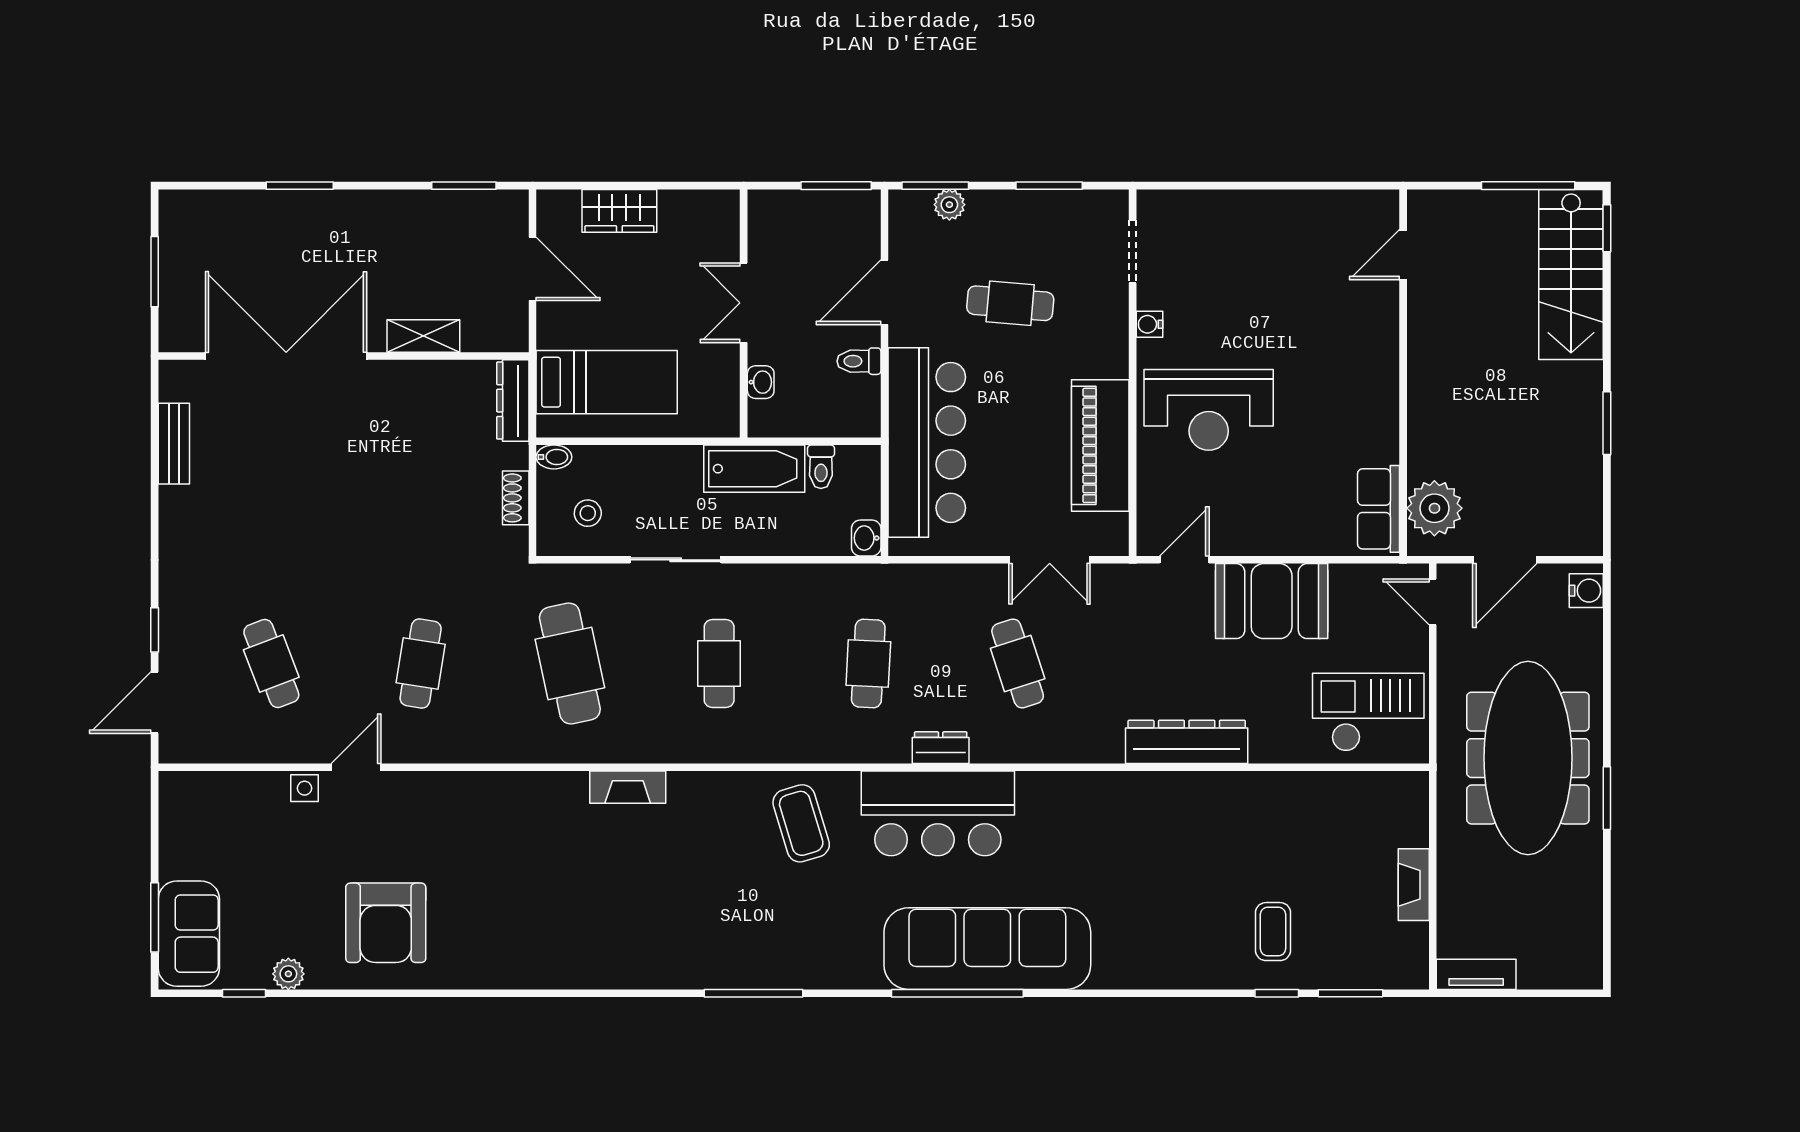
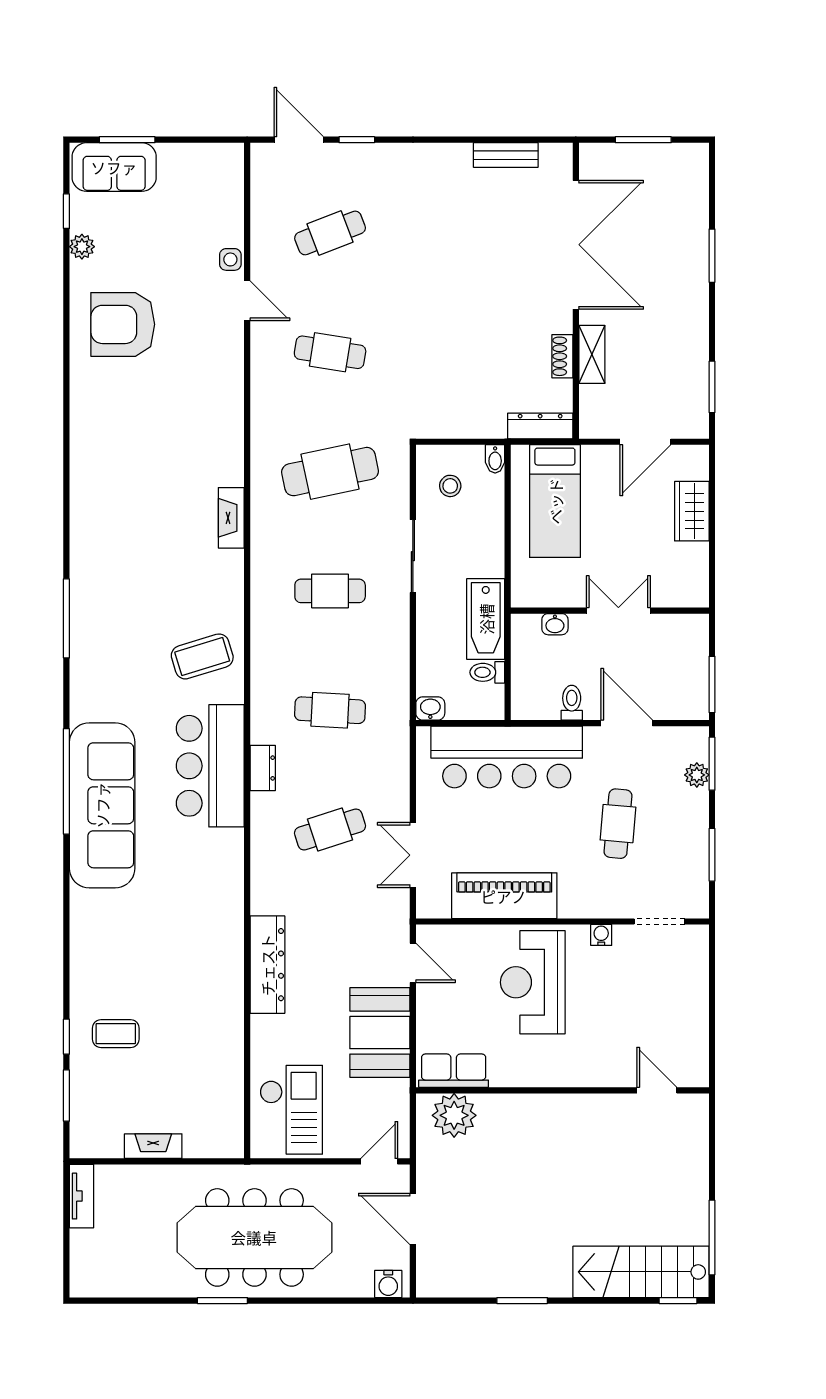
door: (1403, 255) -> (657, 1090), moved
wall: (1403, 373) -> (562, 1090), moved
shoe rack: (516, 498) -> (562, 356), moved, turned -90
plant: (1434, 508) -> (454, 1115), moved
row of seats: (1379, 509) -> (454, 1071), moved

